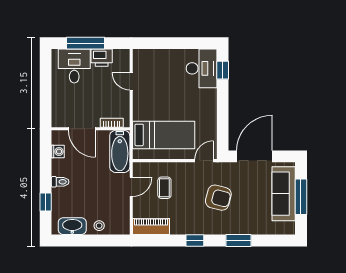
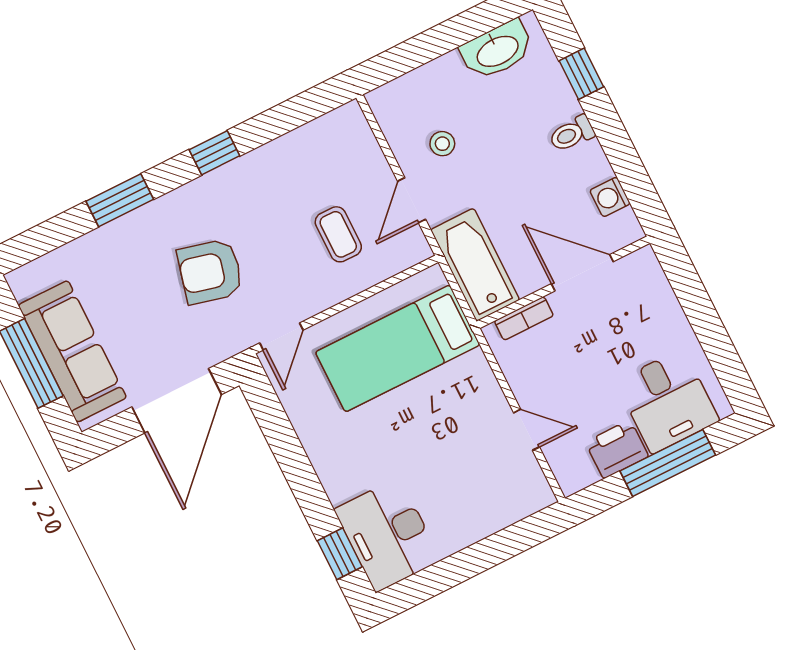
stool: (99, 226) -> (442, 144), moved
piano: (151, 226) -> (325, 135), removed

